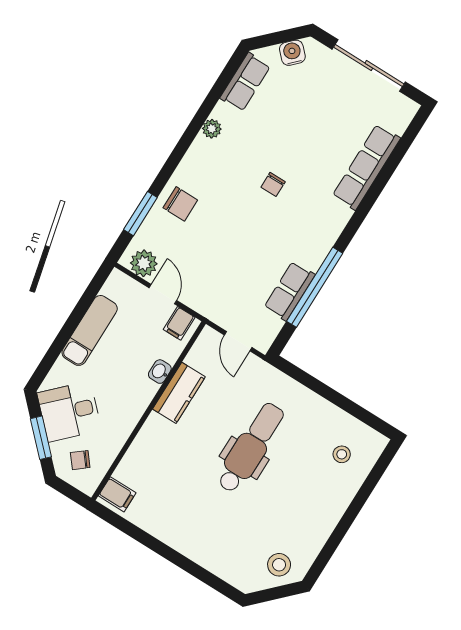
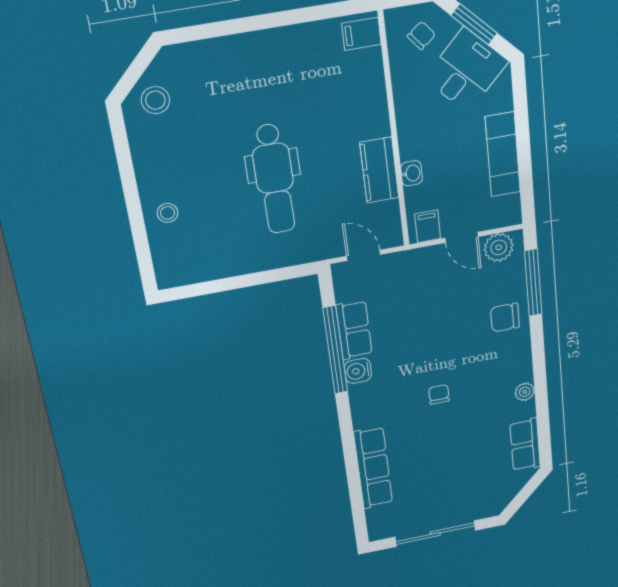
water cooler: (292, 53) -> (358, 371), moved, turned 135
window: (140, 214) -> (533, 283), width x1.44
stool: (342, 454) -> (168, 213), moved

